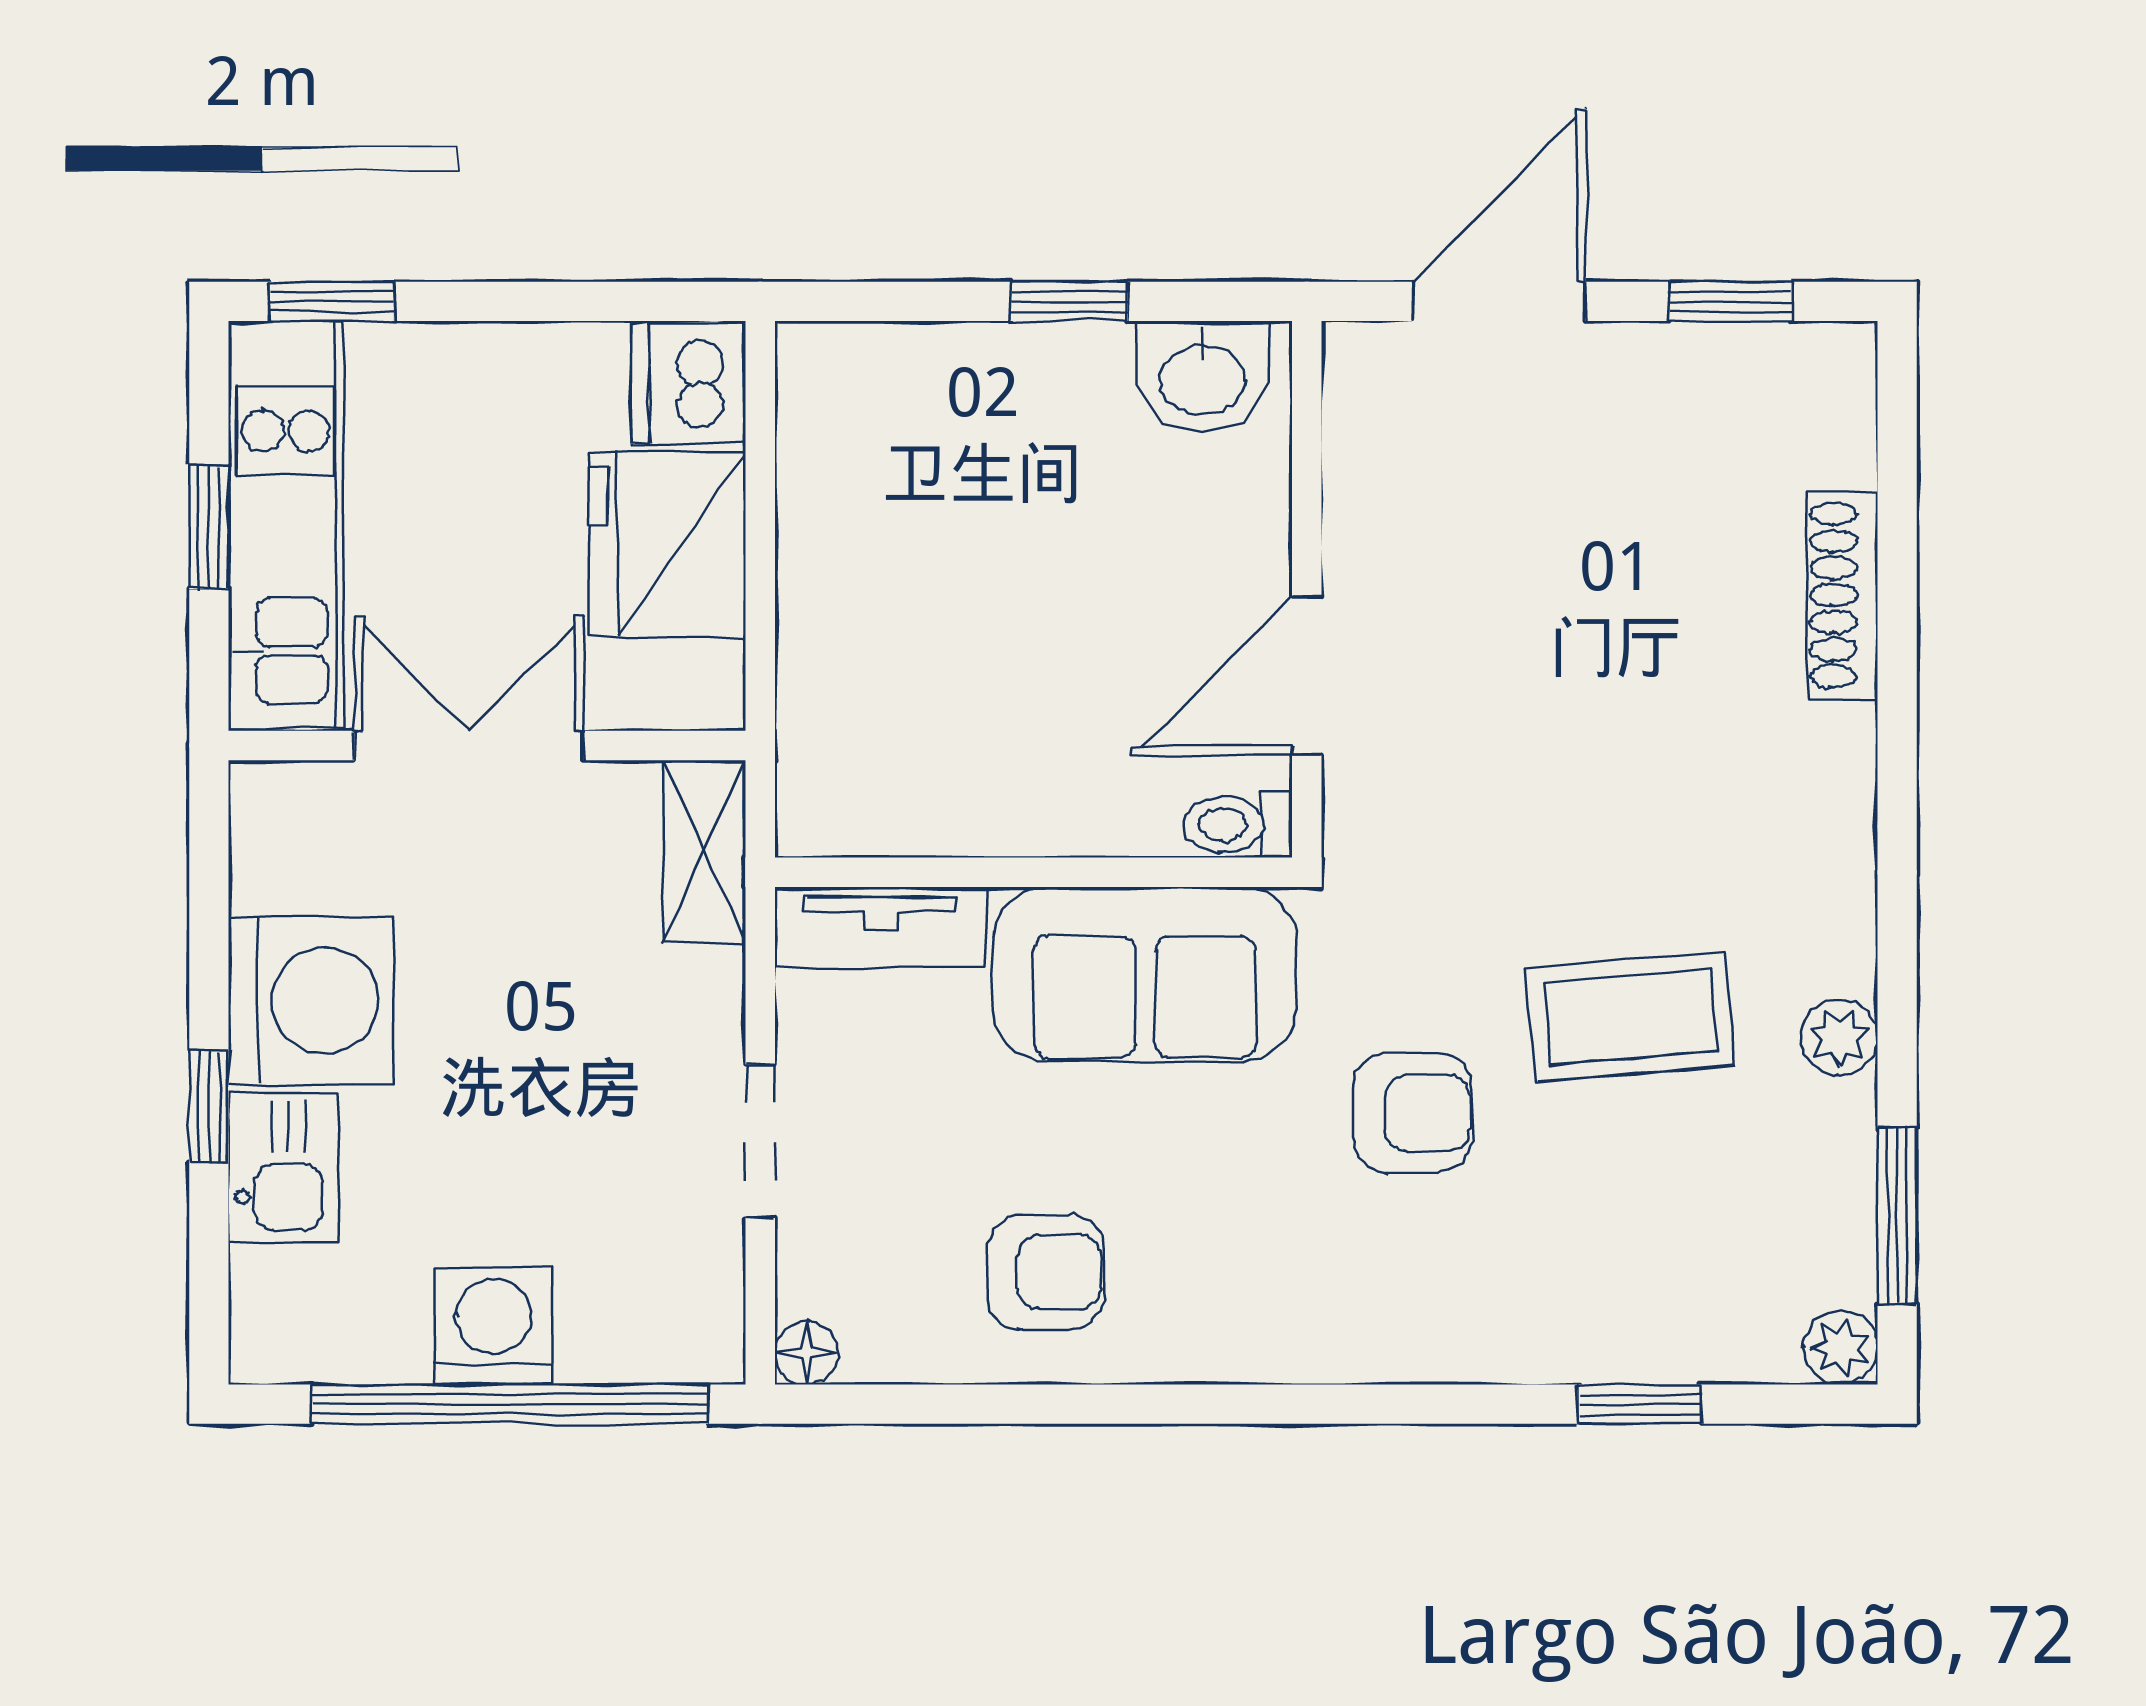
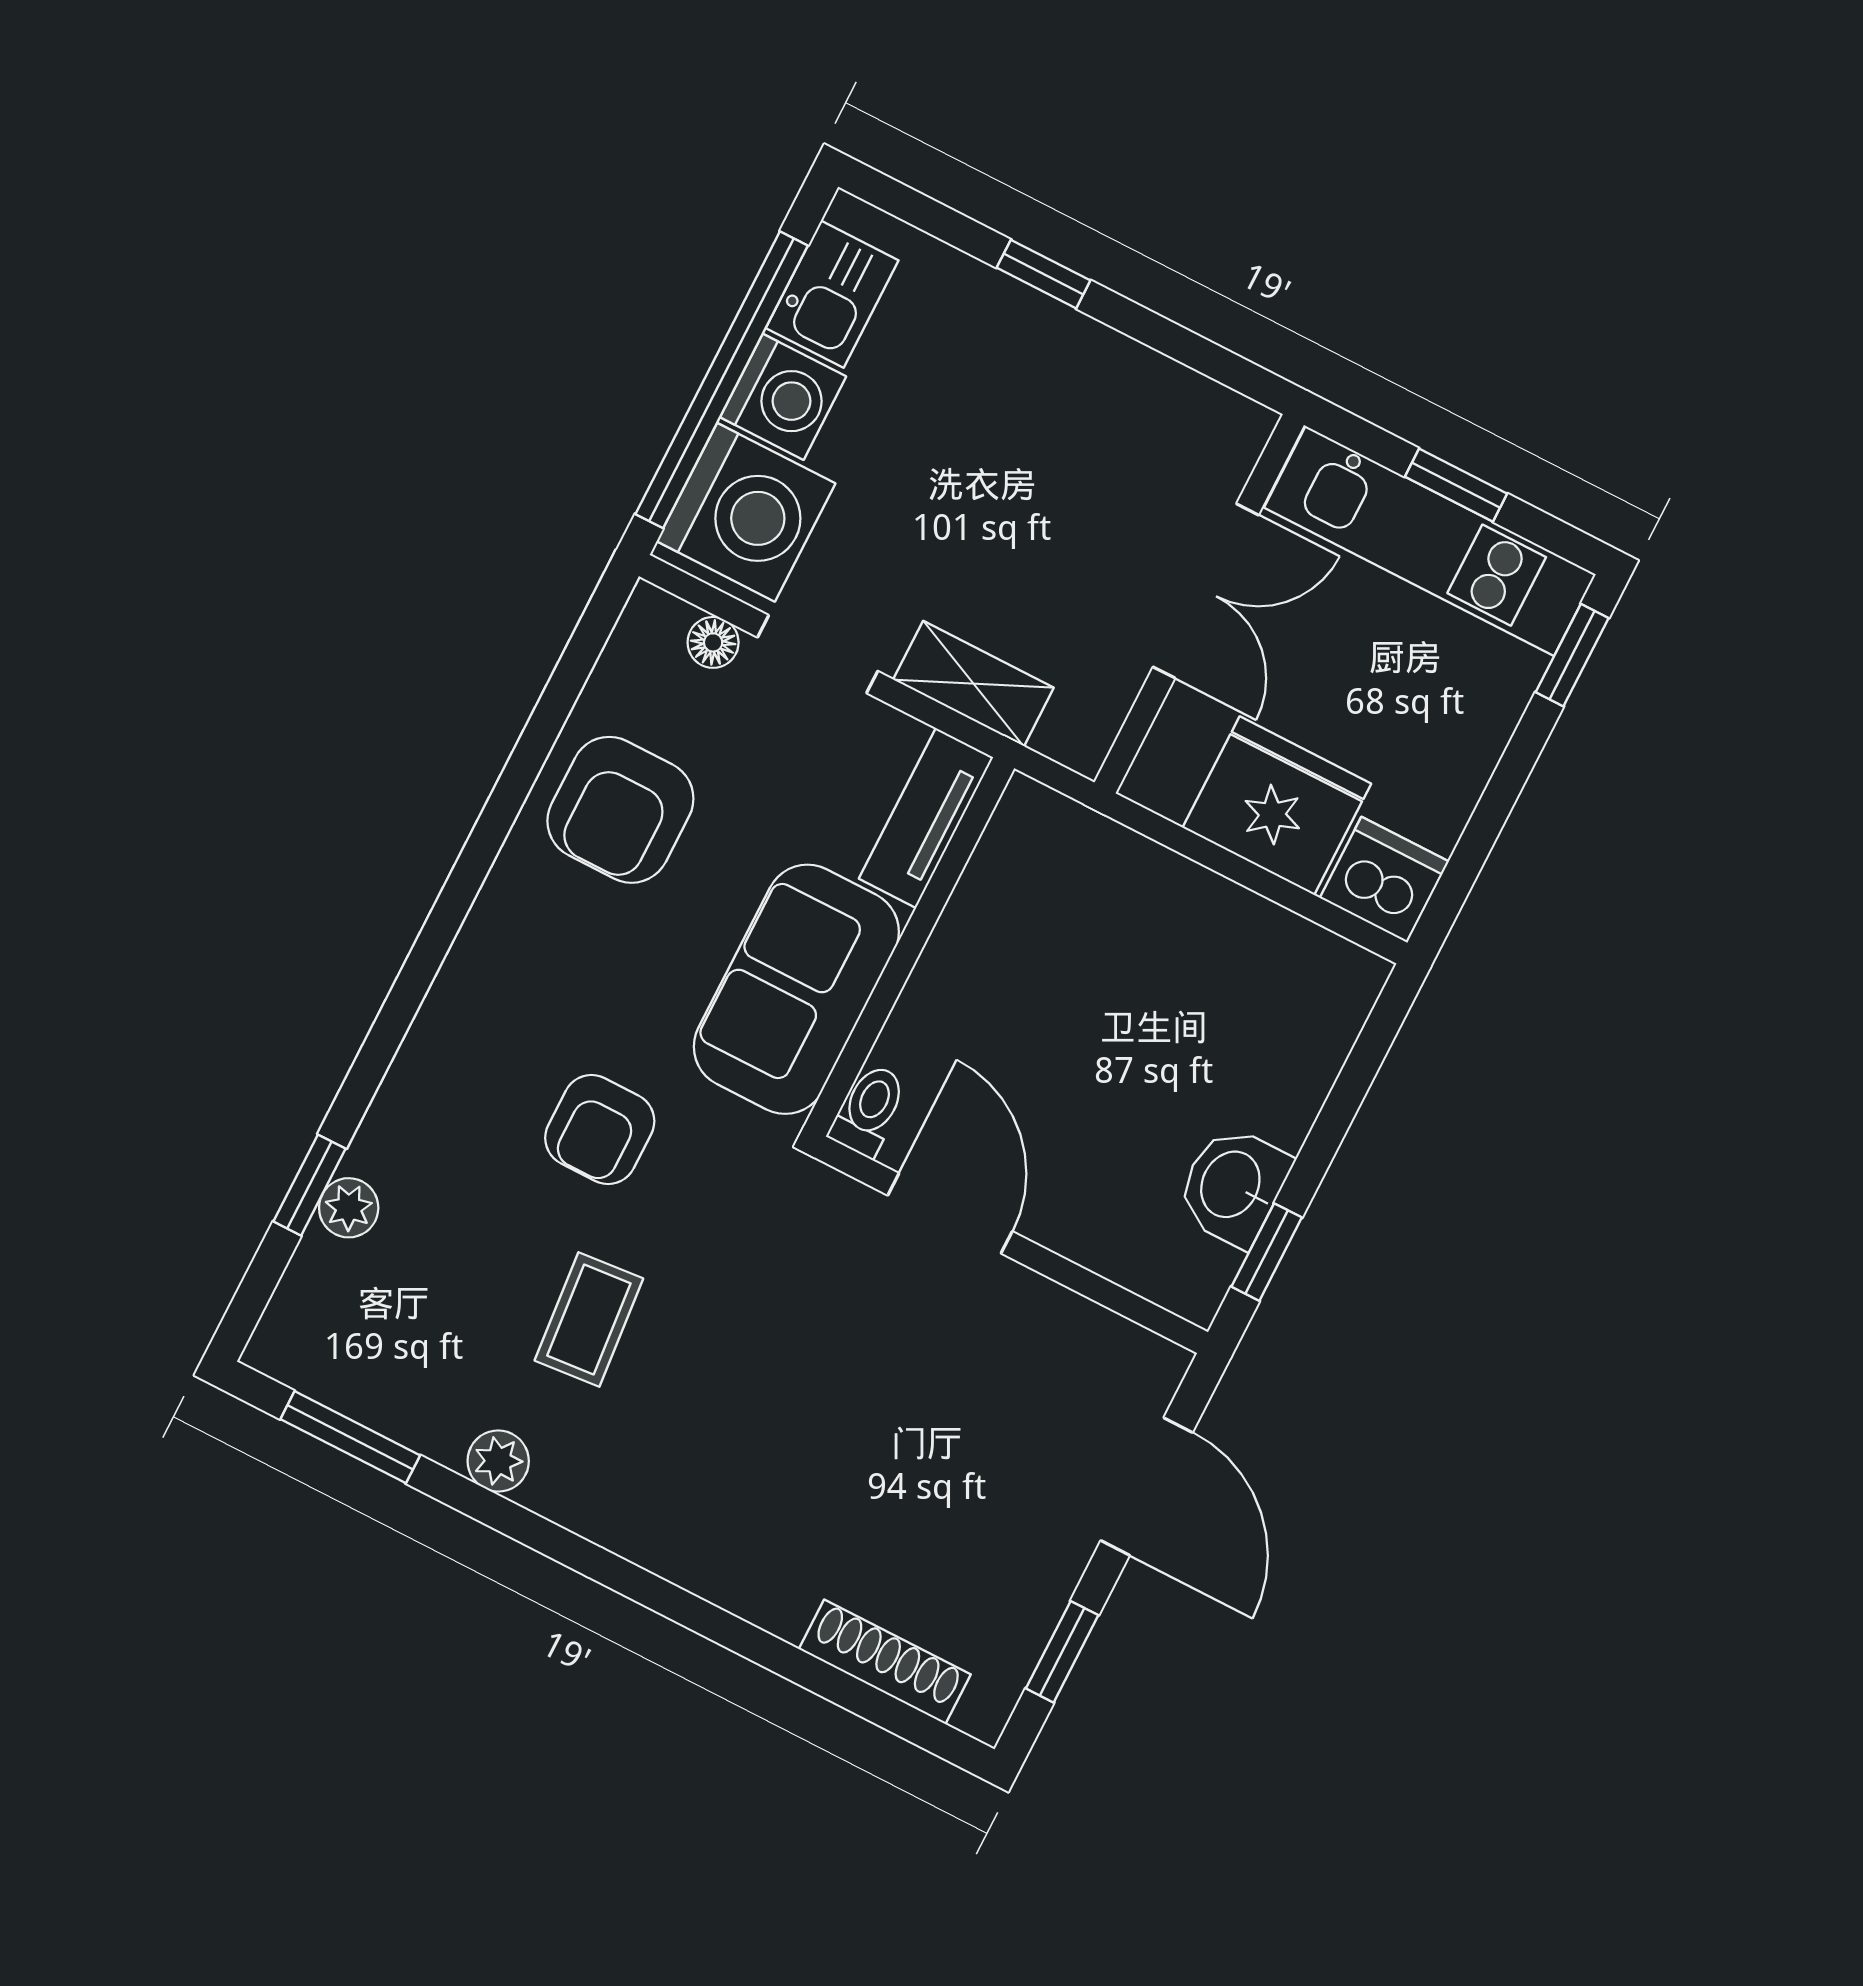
window: (1069, 301) -> (1267, 1252), moved
washbasin: (1203, 377) -> (1233, 1186), moved
shoe rack: (1843, 595) -> (885, 1662), moved
shelving: (704, 852) -> (973, 684), moved
washing machine: (311, 1001) -> (746, 512), moved, turned -90
coffee table: (1630, 1017) -> (589, 1319), width x0.73, depth x0.77
kitchen sink: (283, 1167) -> (832, 294), moved, turned -90
armchair: (1045, 1272) -> (620, 810), width x1.38, depth x1.38
plant: (1841, 1348) -> (349, 1208), moved
floor lamp: (807, 1353) -> (713, 642), moved

